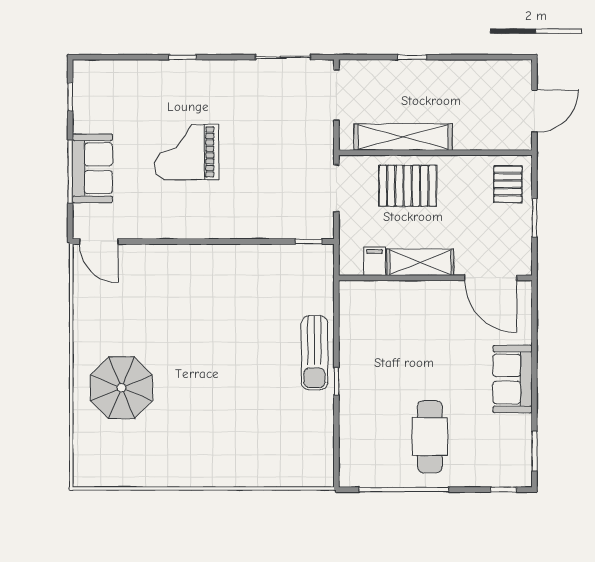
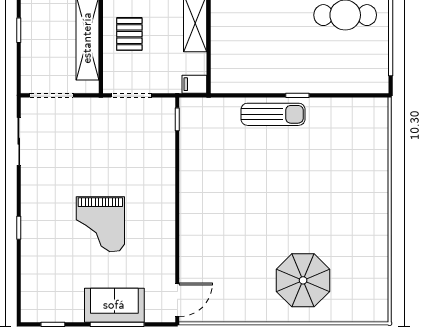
pallet: (408, 186) -> (129, 34), width x0.67, depth x0.71
filing cabinet: (375, 261) -> (194, 84), moved

